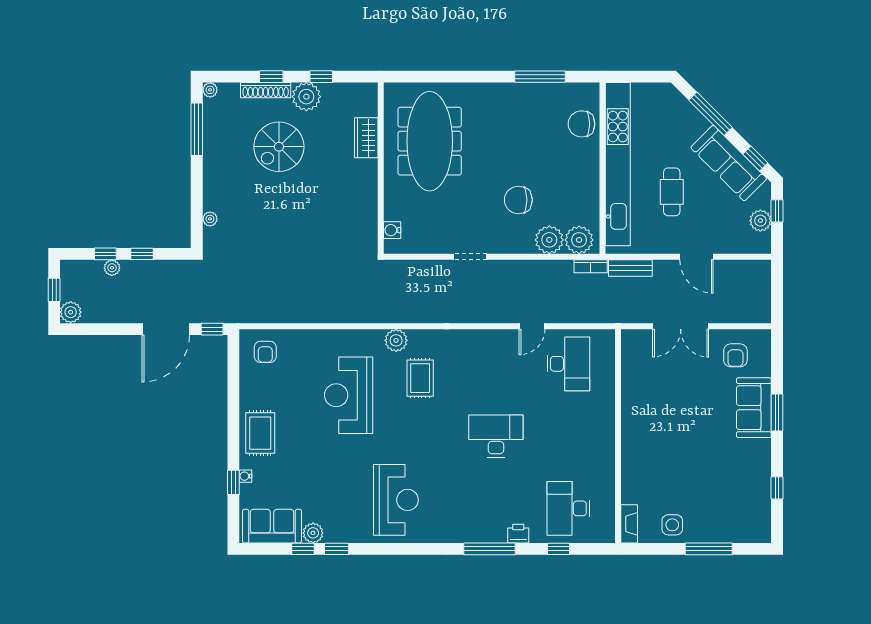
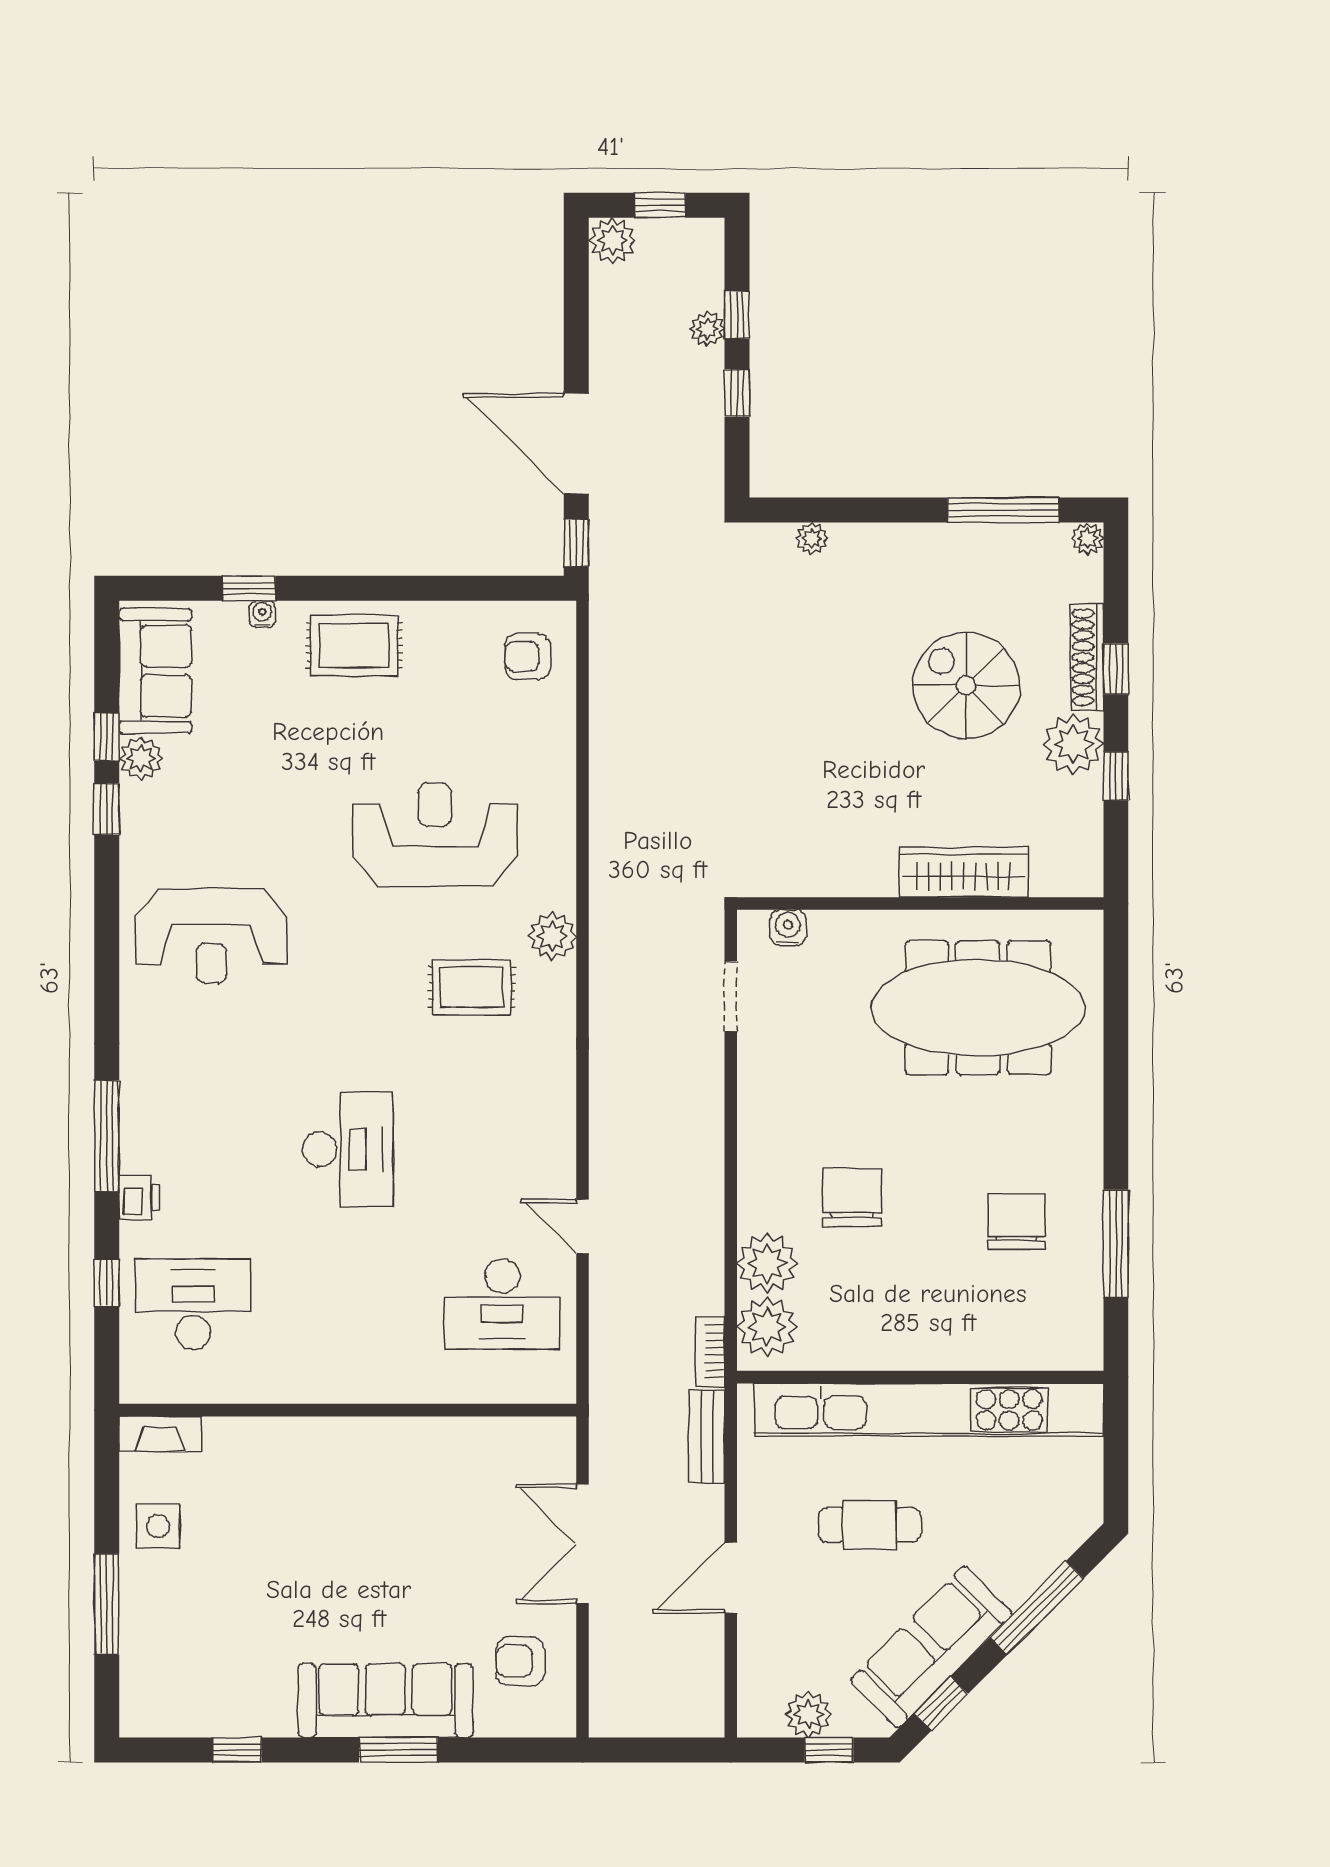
chair: (582, 124) -> (1016, 1222), moved
wardrobe: (366, 138) -> (964, 872), width x1.50
doorway: (470, 257) -> (731, 996), moved
sofa: (754, 408) -> (385, 1701), width x1.36

